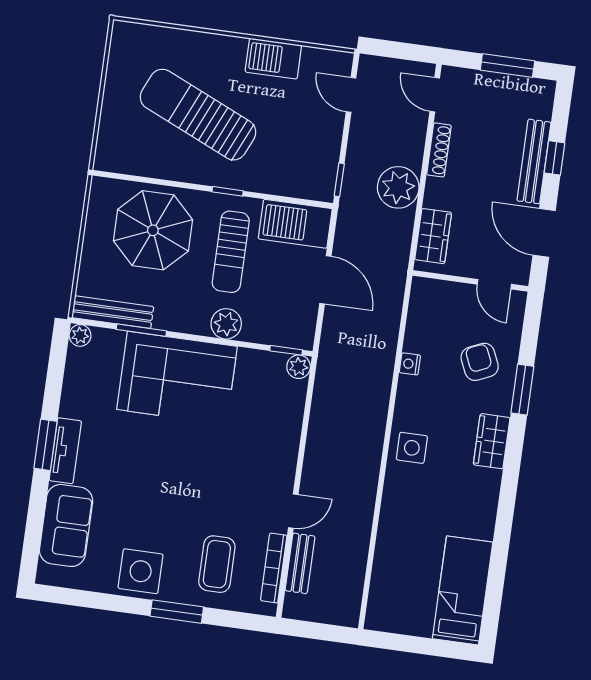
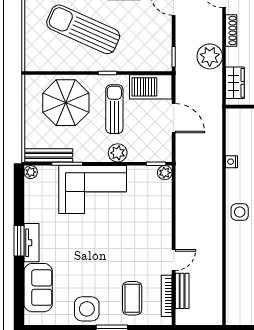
sun lounger: (231, 252) -> (114, 109), turned 180

